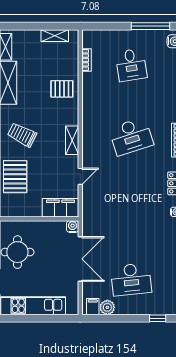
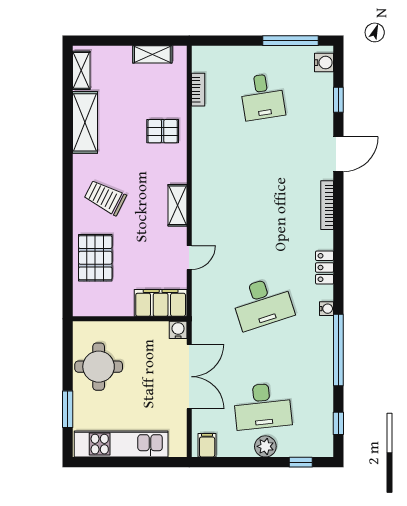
desk: (131, 136) -> (263, 303), moved
plant: (107, 307) -> (265, 446), moved

